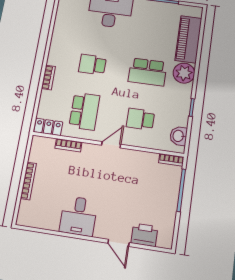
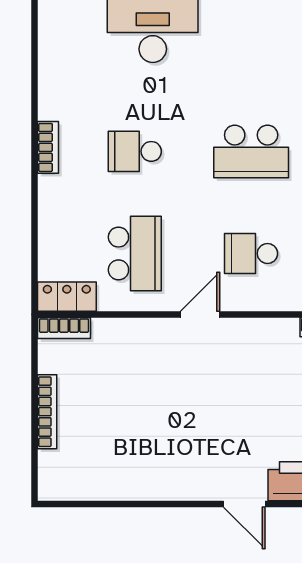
bookcase: (48, 78) -> (48, 147), moved
bookcase: (68, 145) -> (64, 328), moved
desk: (78, 216) -> (159, 465), removed

